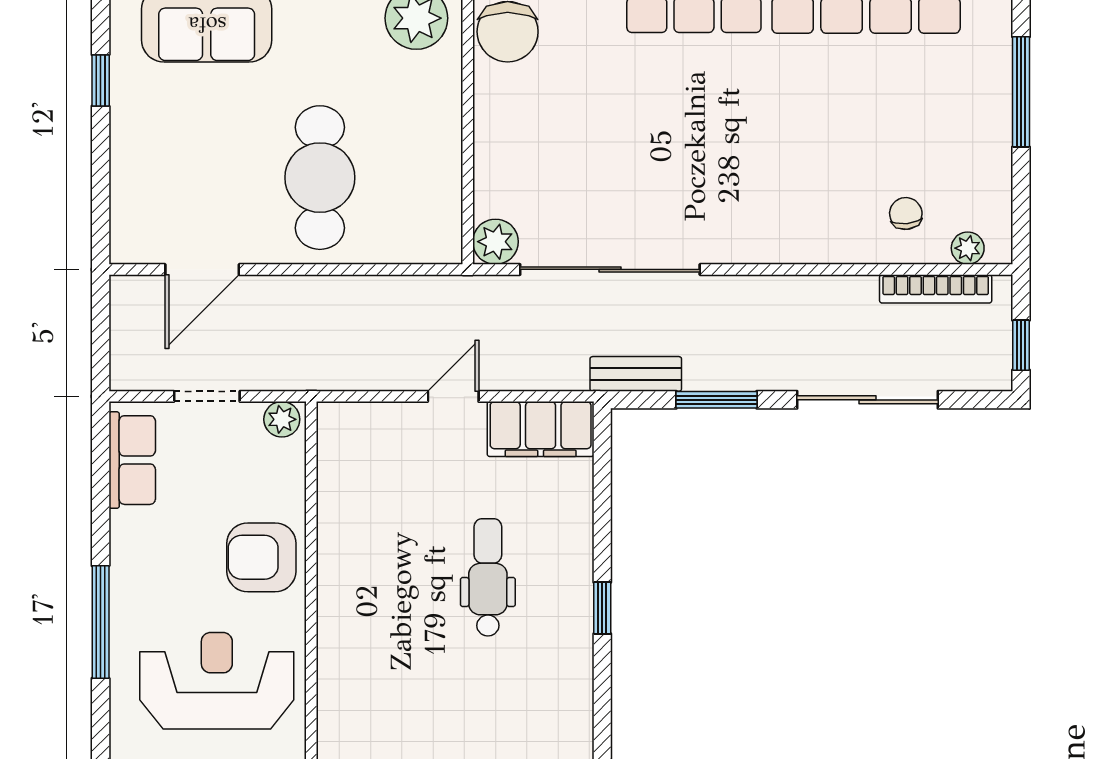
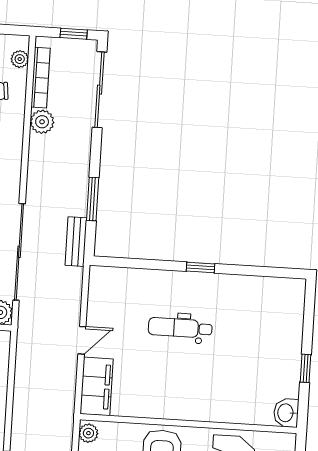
plant: (854, 297) -> (42, 122), added
door: (453, 396) -> (82, 340), swing flipped
sliding door: (867, 400) -> (100, 90), moved
filing cabinet: (541, 429) -> (97, 386), moved

